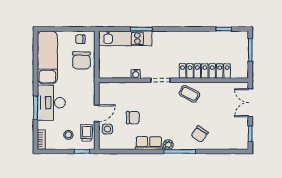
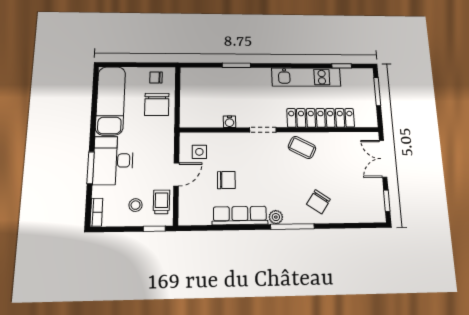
kitchen unit: (125, 38) -> (306, 77), moved
side table: (107, 129) -> (199, 152), moved
row of seats: (149, 143) -> (240, 216), width x1.48

